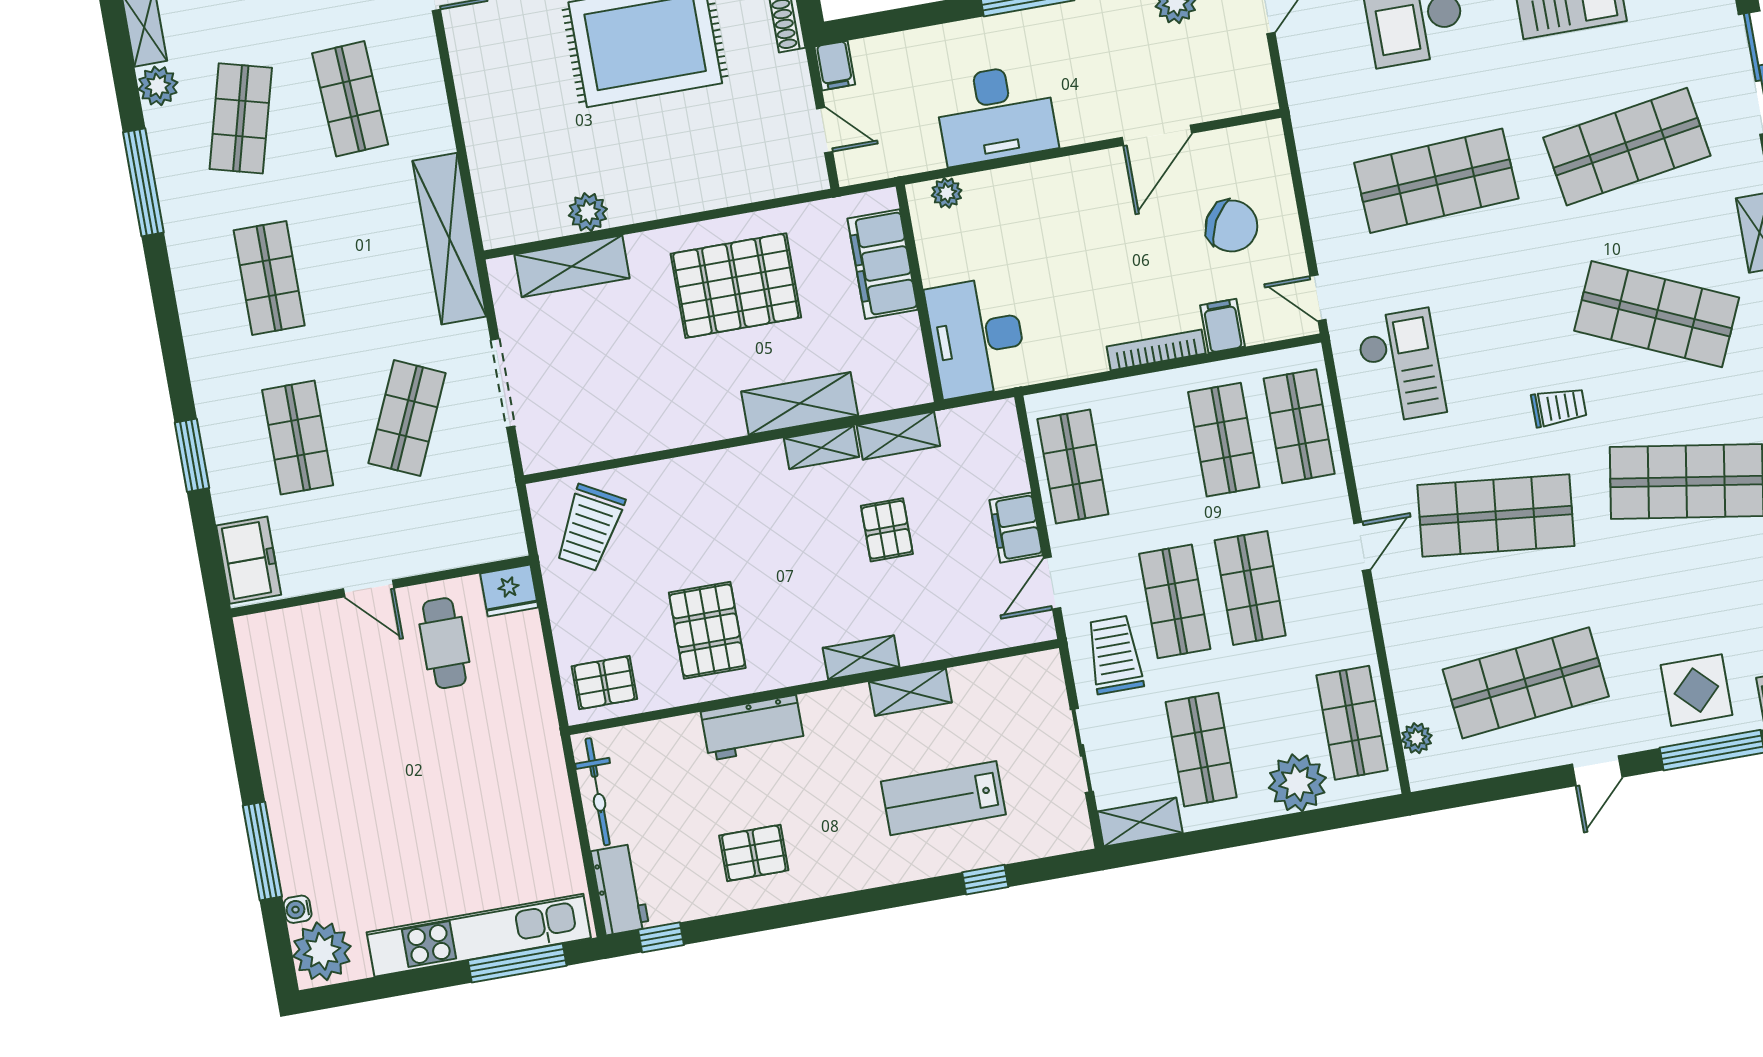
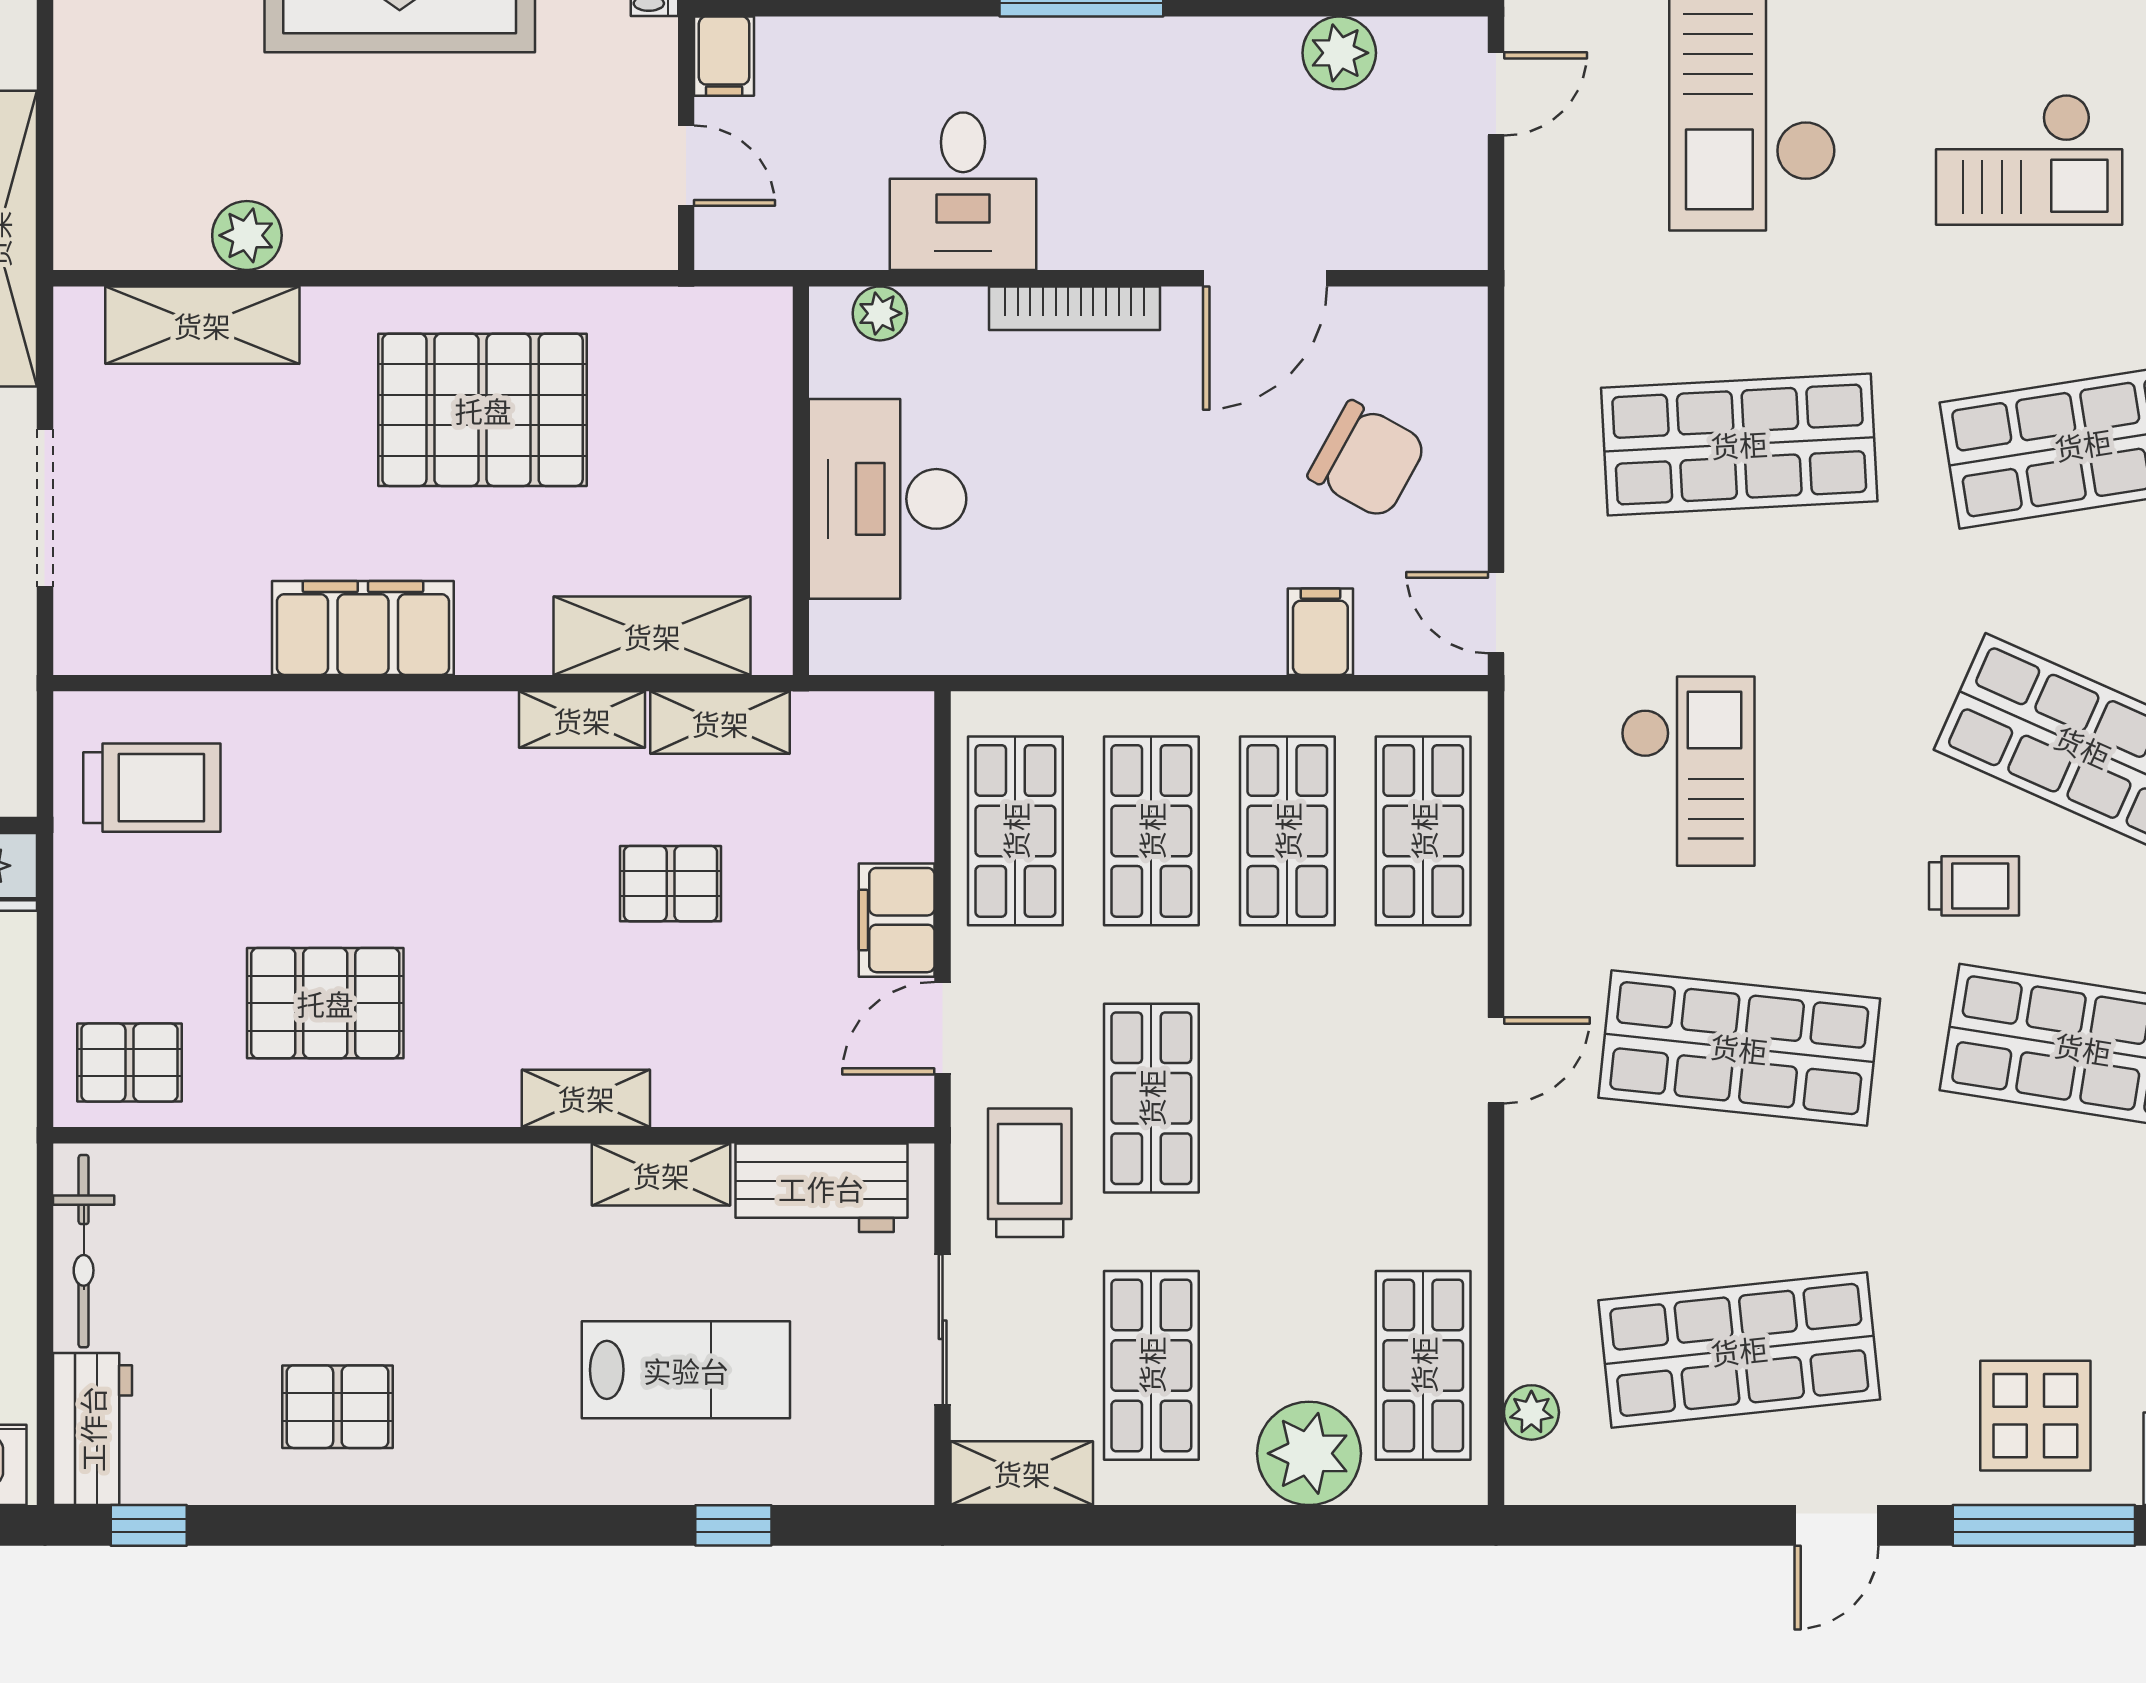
desk: (996, 114) -> (963, 191), width x0.73
filing cabinet: (883, 264) -> (363, 628), moved, turned 90
desk: (977, 337) -> (888, 499), moved
bookcase: (1156, 350) -> (1075, 308), moved, turned 180
checkout: (1401, 366) -> (1688, 771), moved
shelving: (800, 403) -> (652, 636), moved
trolley: (1559, 407) -> (1974, 886), moved
trolley: (590, 528) -> (152, 788), turned -119
pallet: (887, 530) -> (671, 884), turned 90
shop shelf: (1250, 588) -> (1151, 831), moved
pallet: (707, 630) -> (325, 1003), turned 90
workbench: (753, 728) -> (821, 1188), moved
lab bench: (943, 798) -> (686, 1370), turned 180

